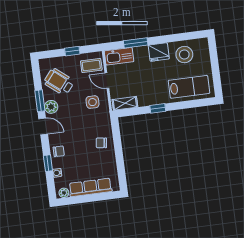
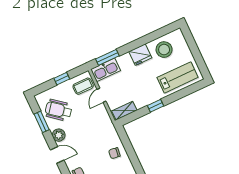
window: (136, 43) -> (107, 57), moved
door: (107, 81) -> (101, 95), hinge flipped
window: (40, 101) -> (42, 122), moved
side table: (92, 102) -> (95, 119), removed

